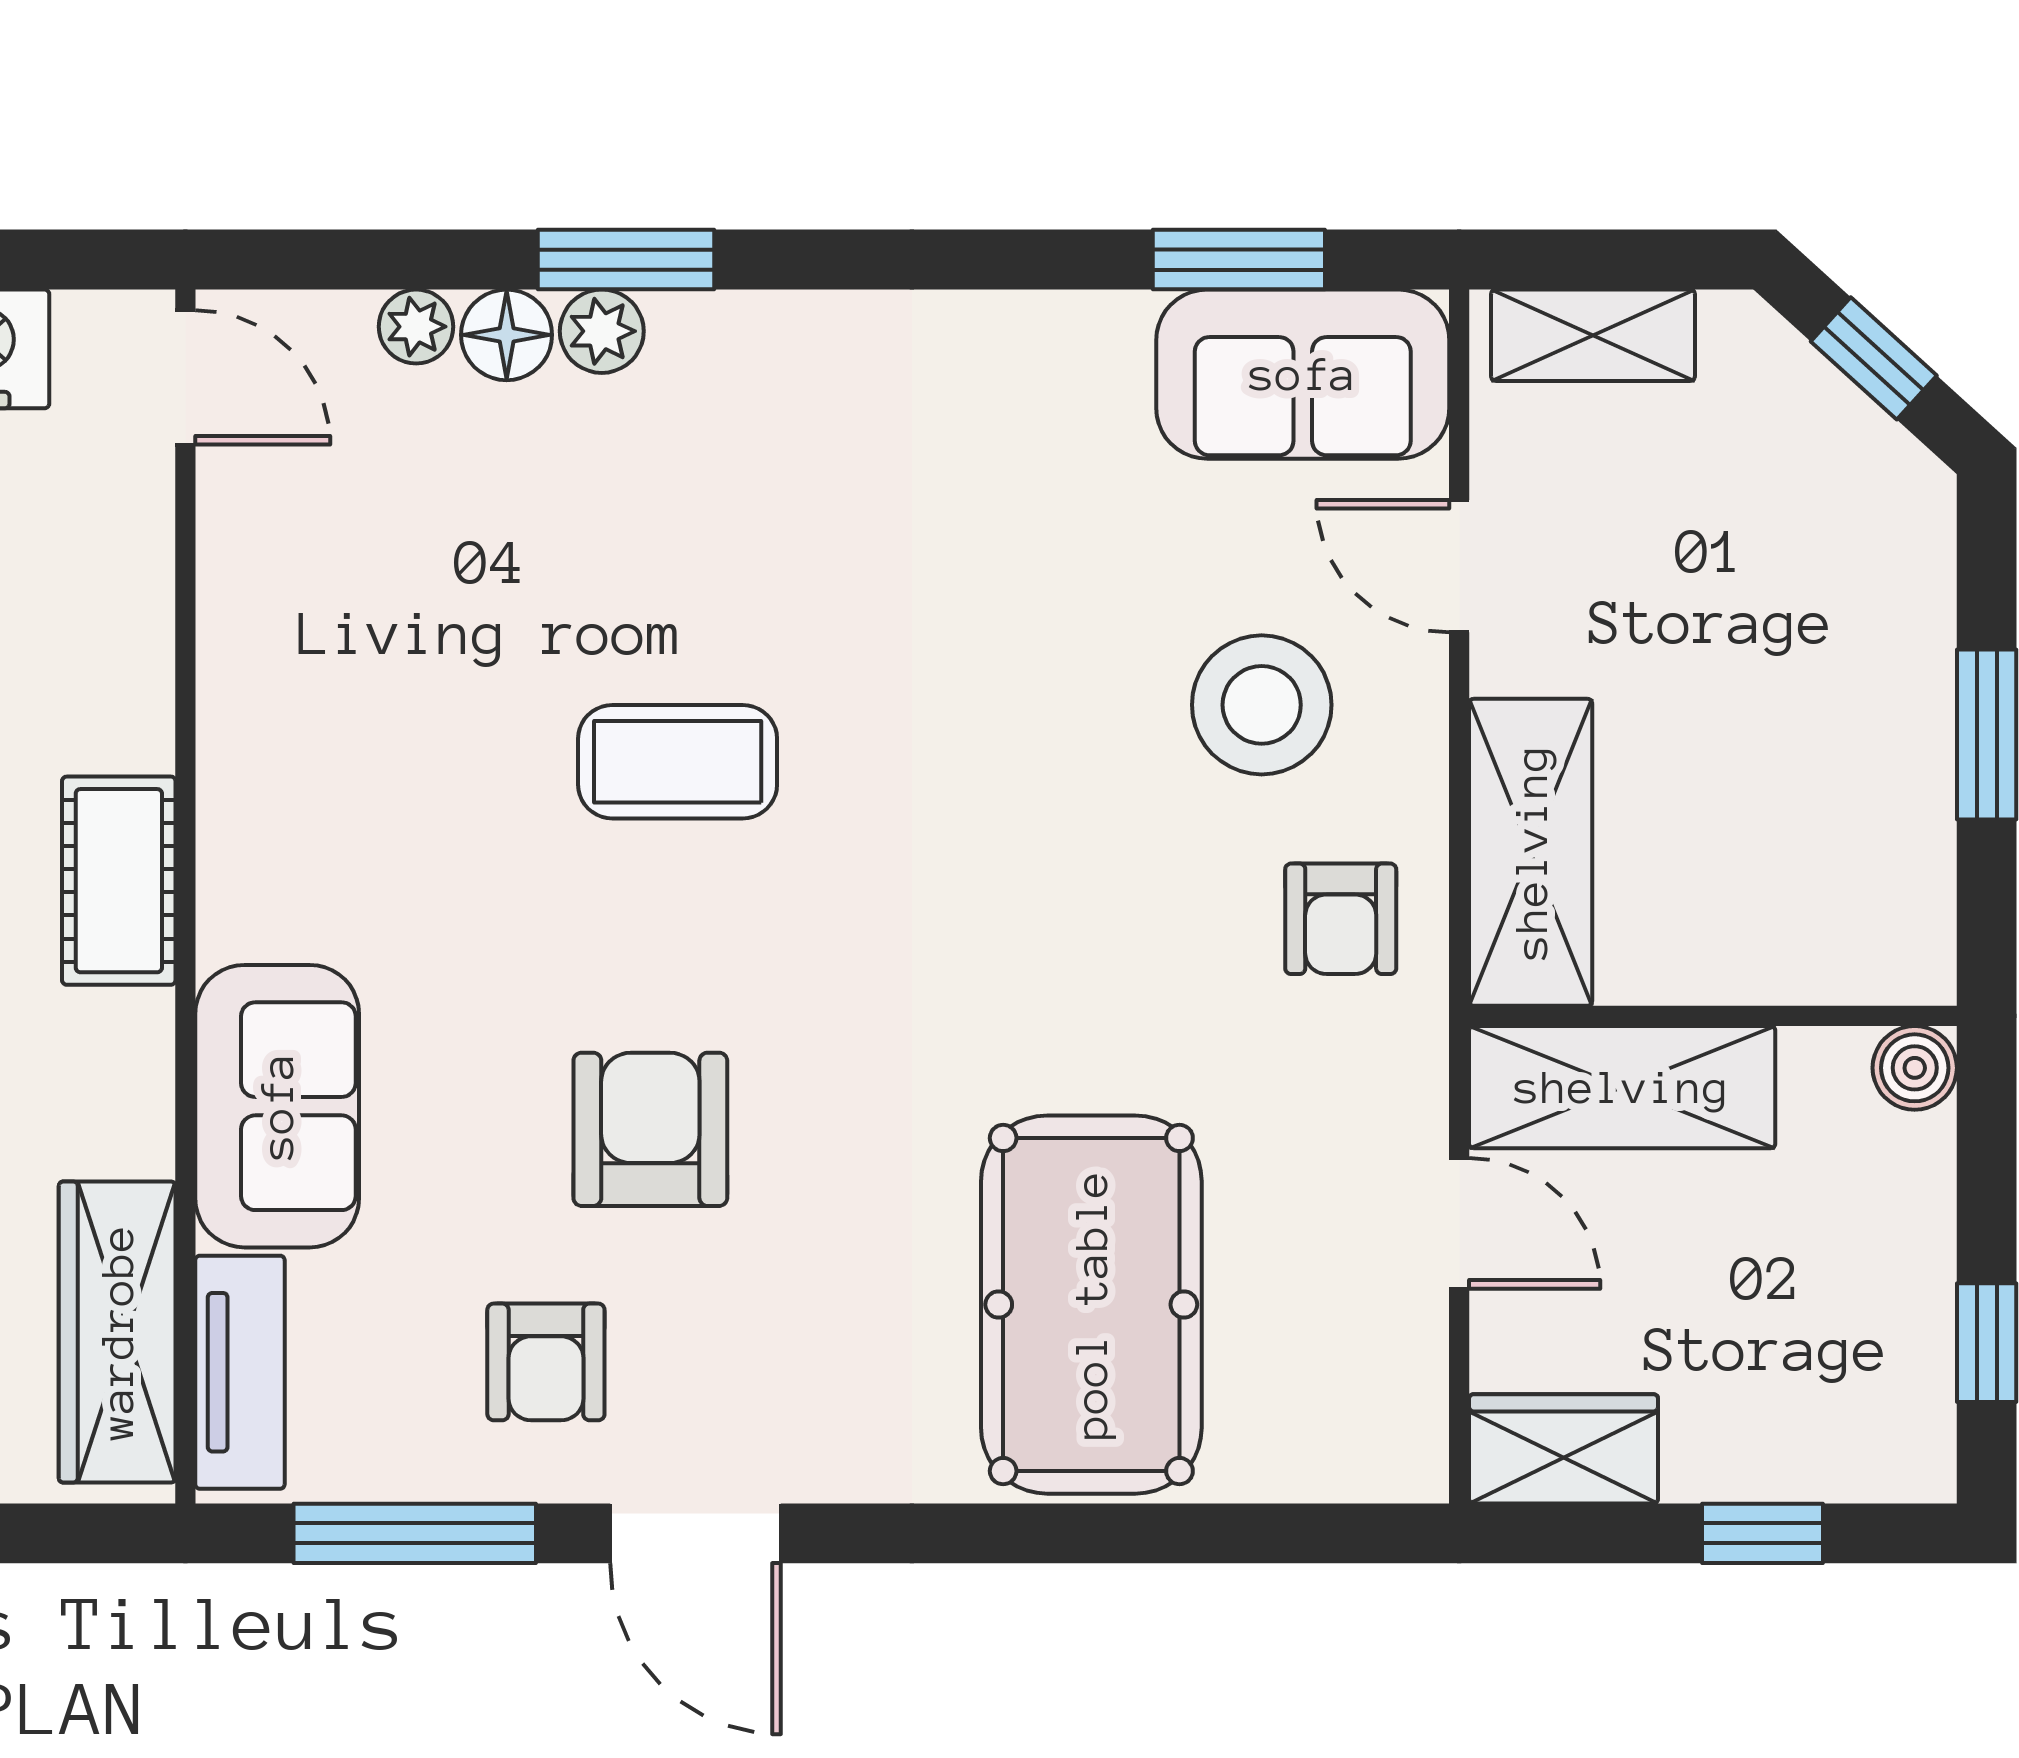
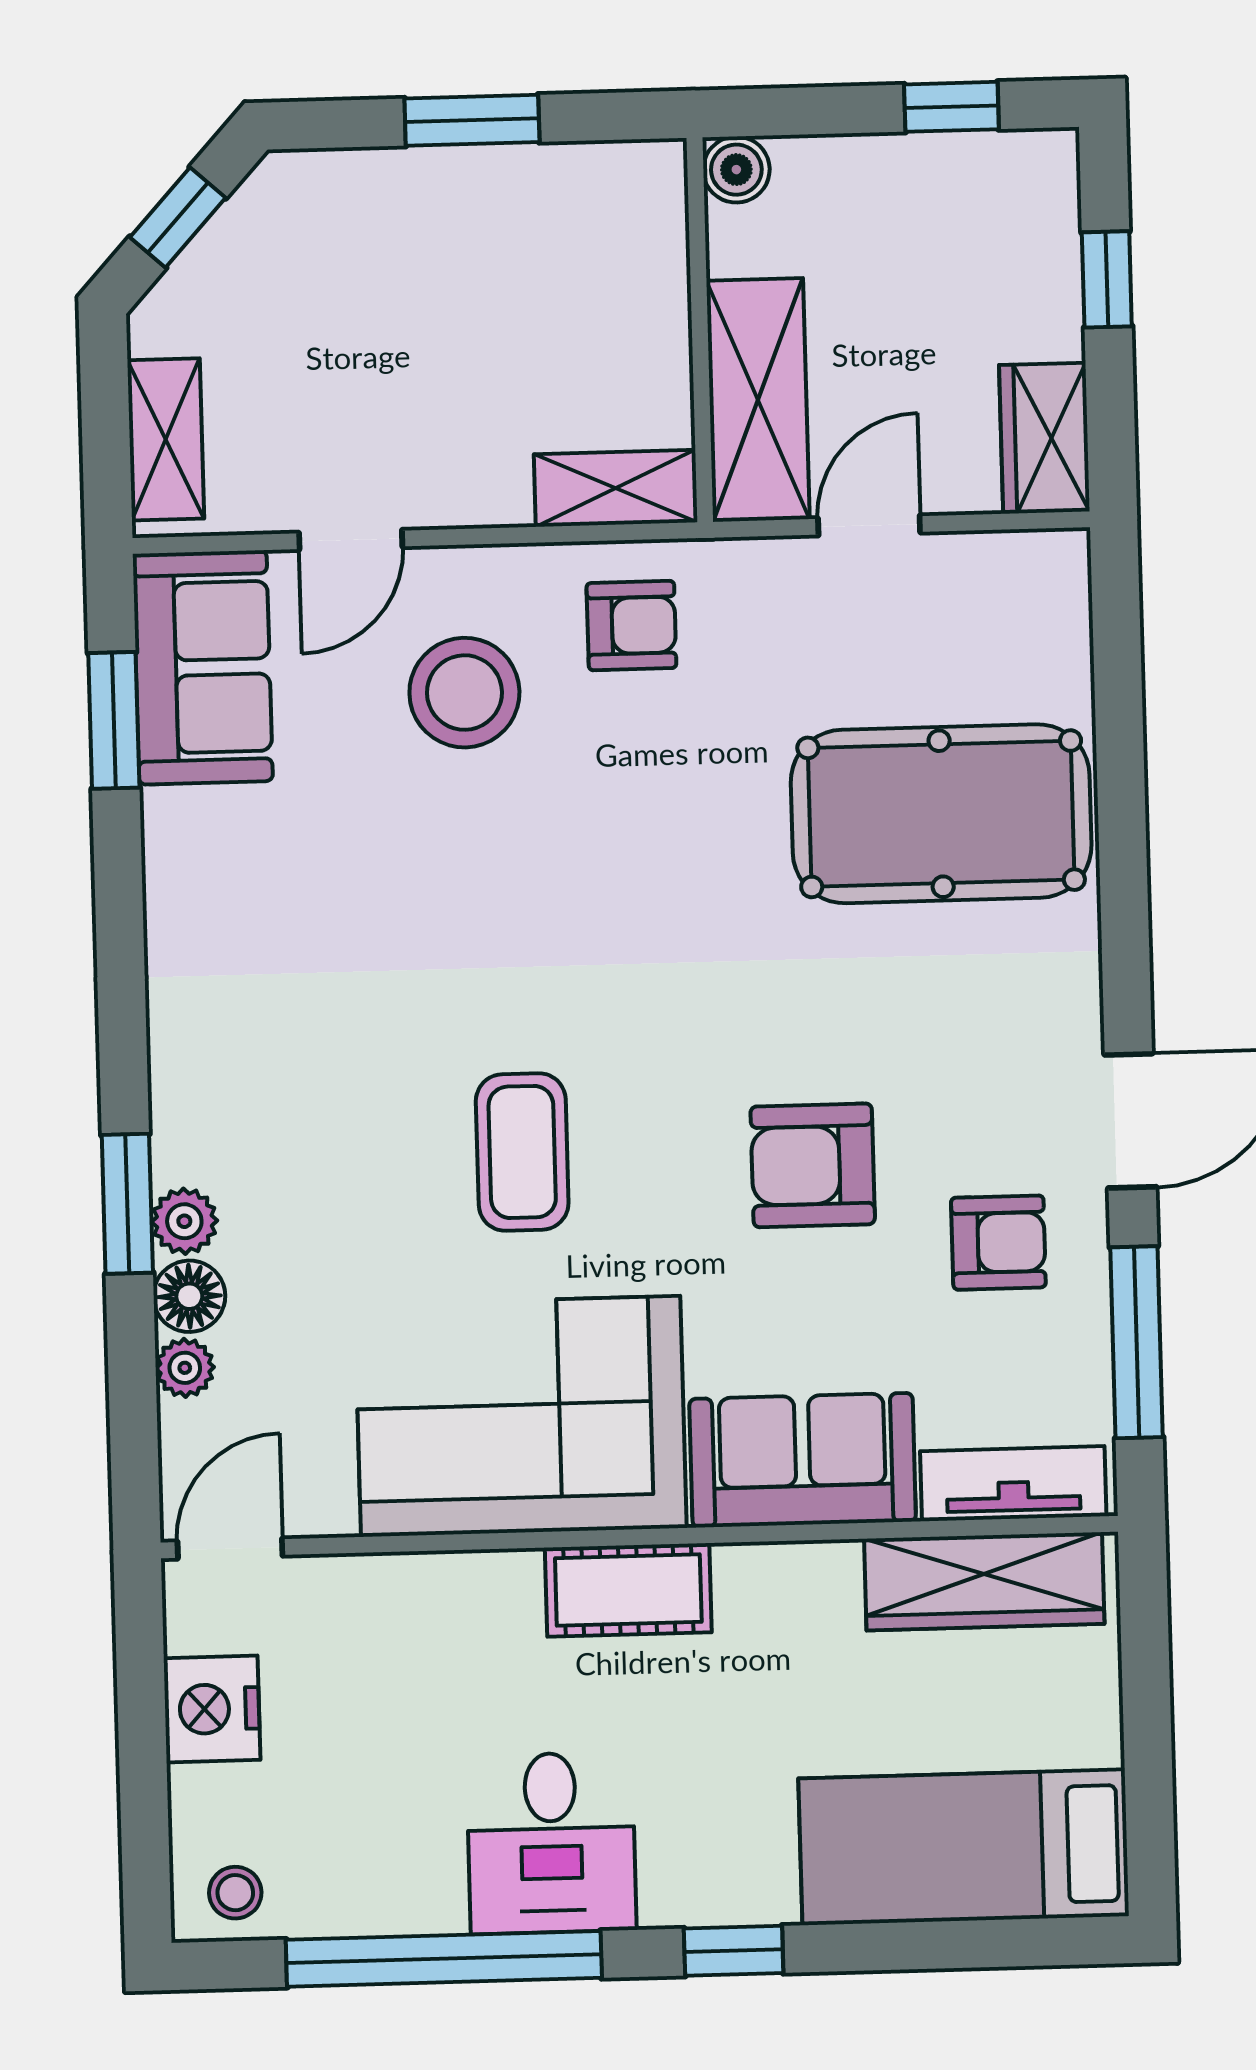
corner sofa: (343, 750) -> (521, 1416), added
shelving: (1531, 852) -> (616, 488), width x0.67, depth x0.75

